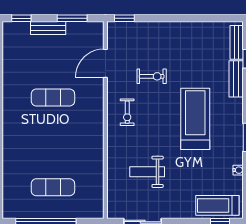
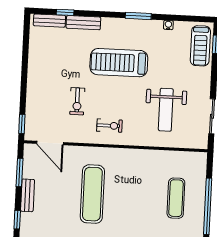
door: (105, 63) -> (50, 143), moved
exercise bike: (152, 76) -> (77, 101), turned 180
exercise mat: (53, 98) -> (92, 194), width x1.36, depth x1.45
weight bench: (147, 172) -> (166, 110), width x1.36, depth x1.33

